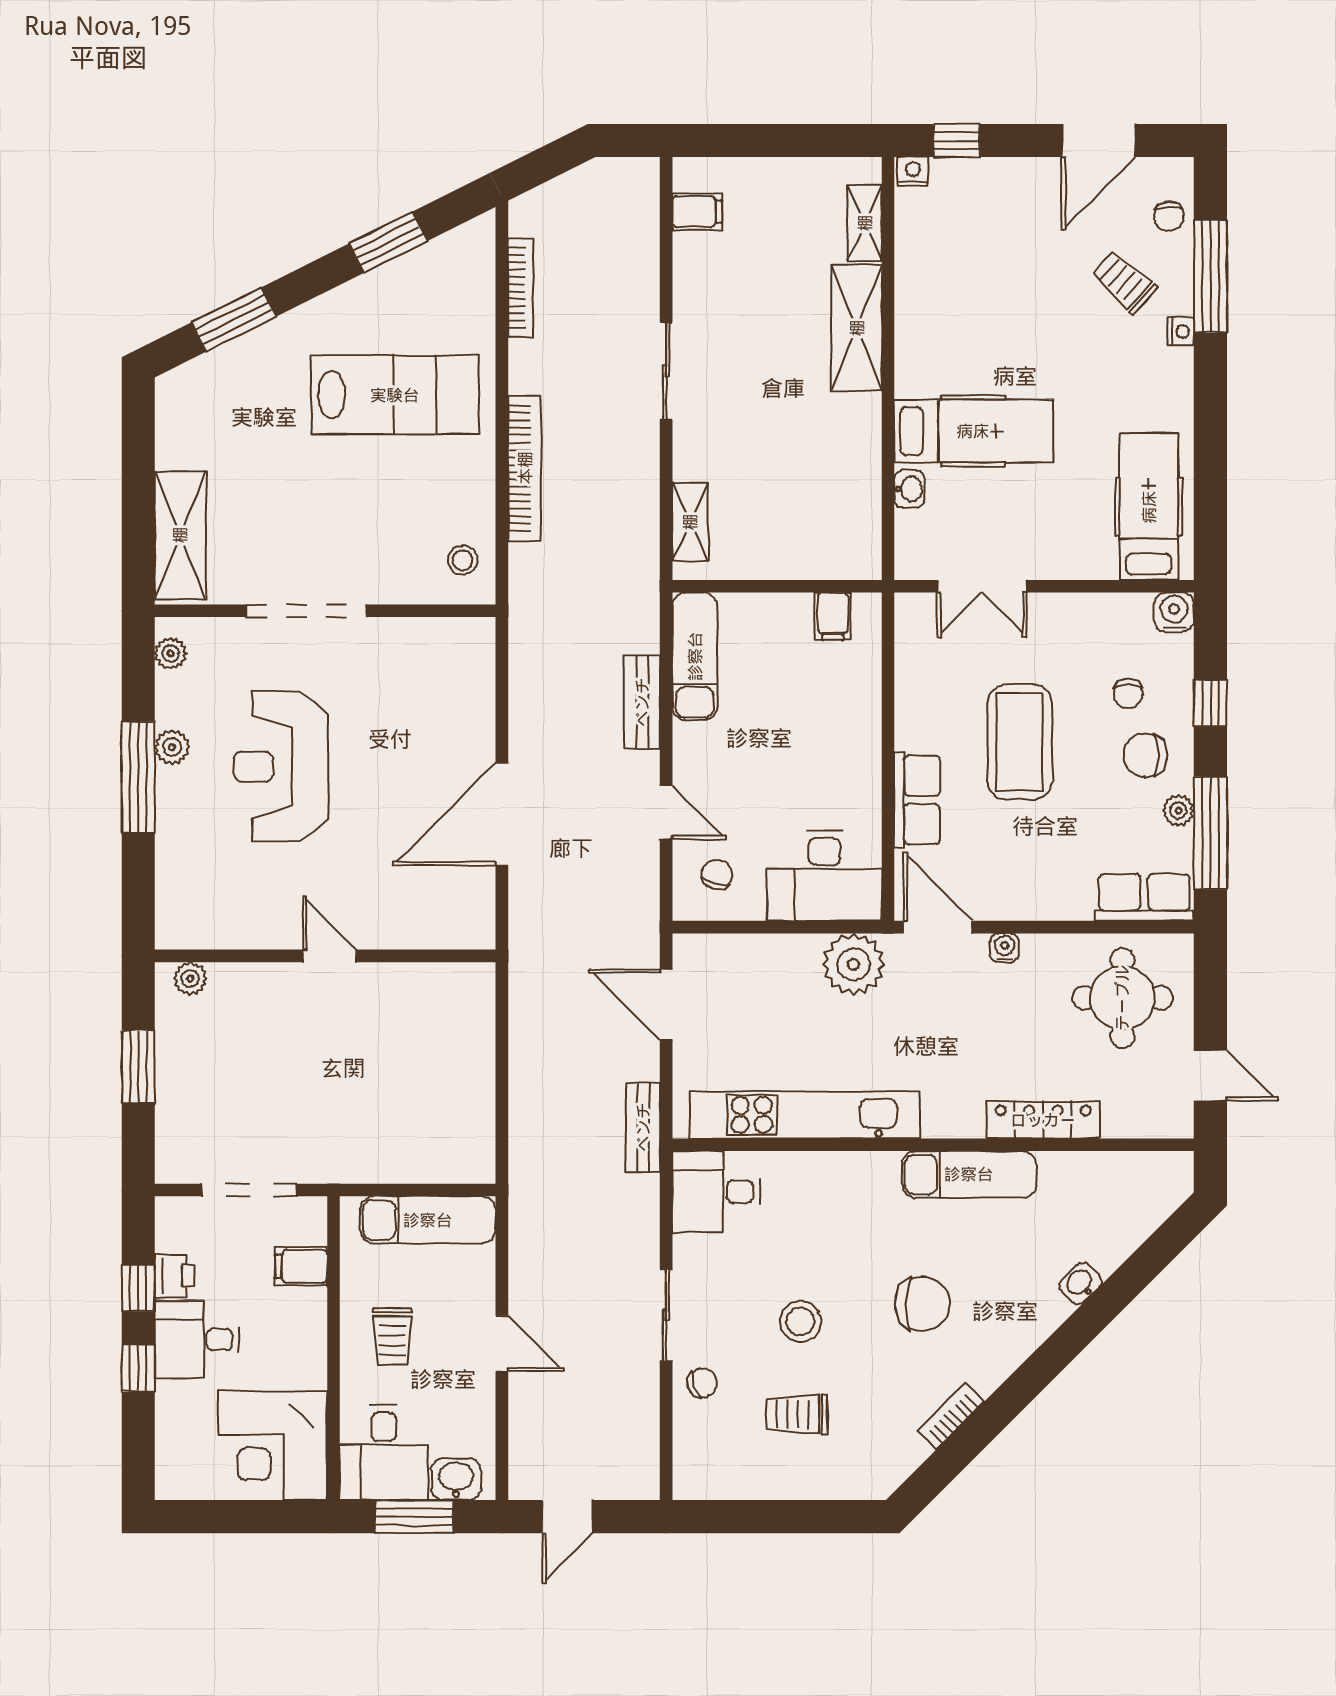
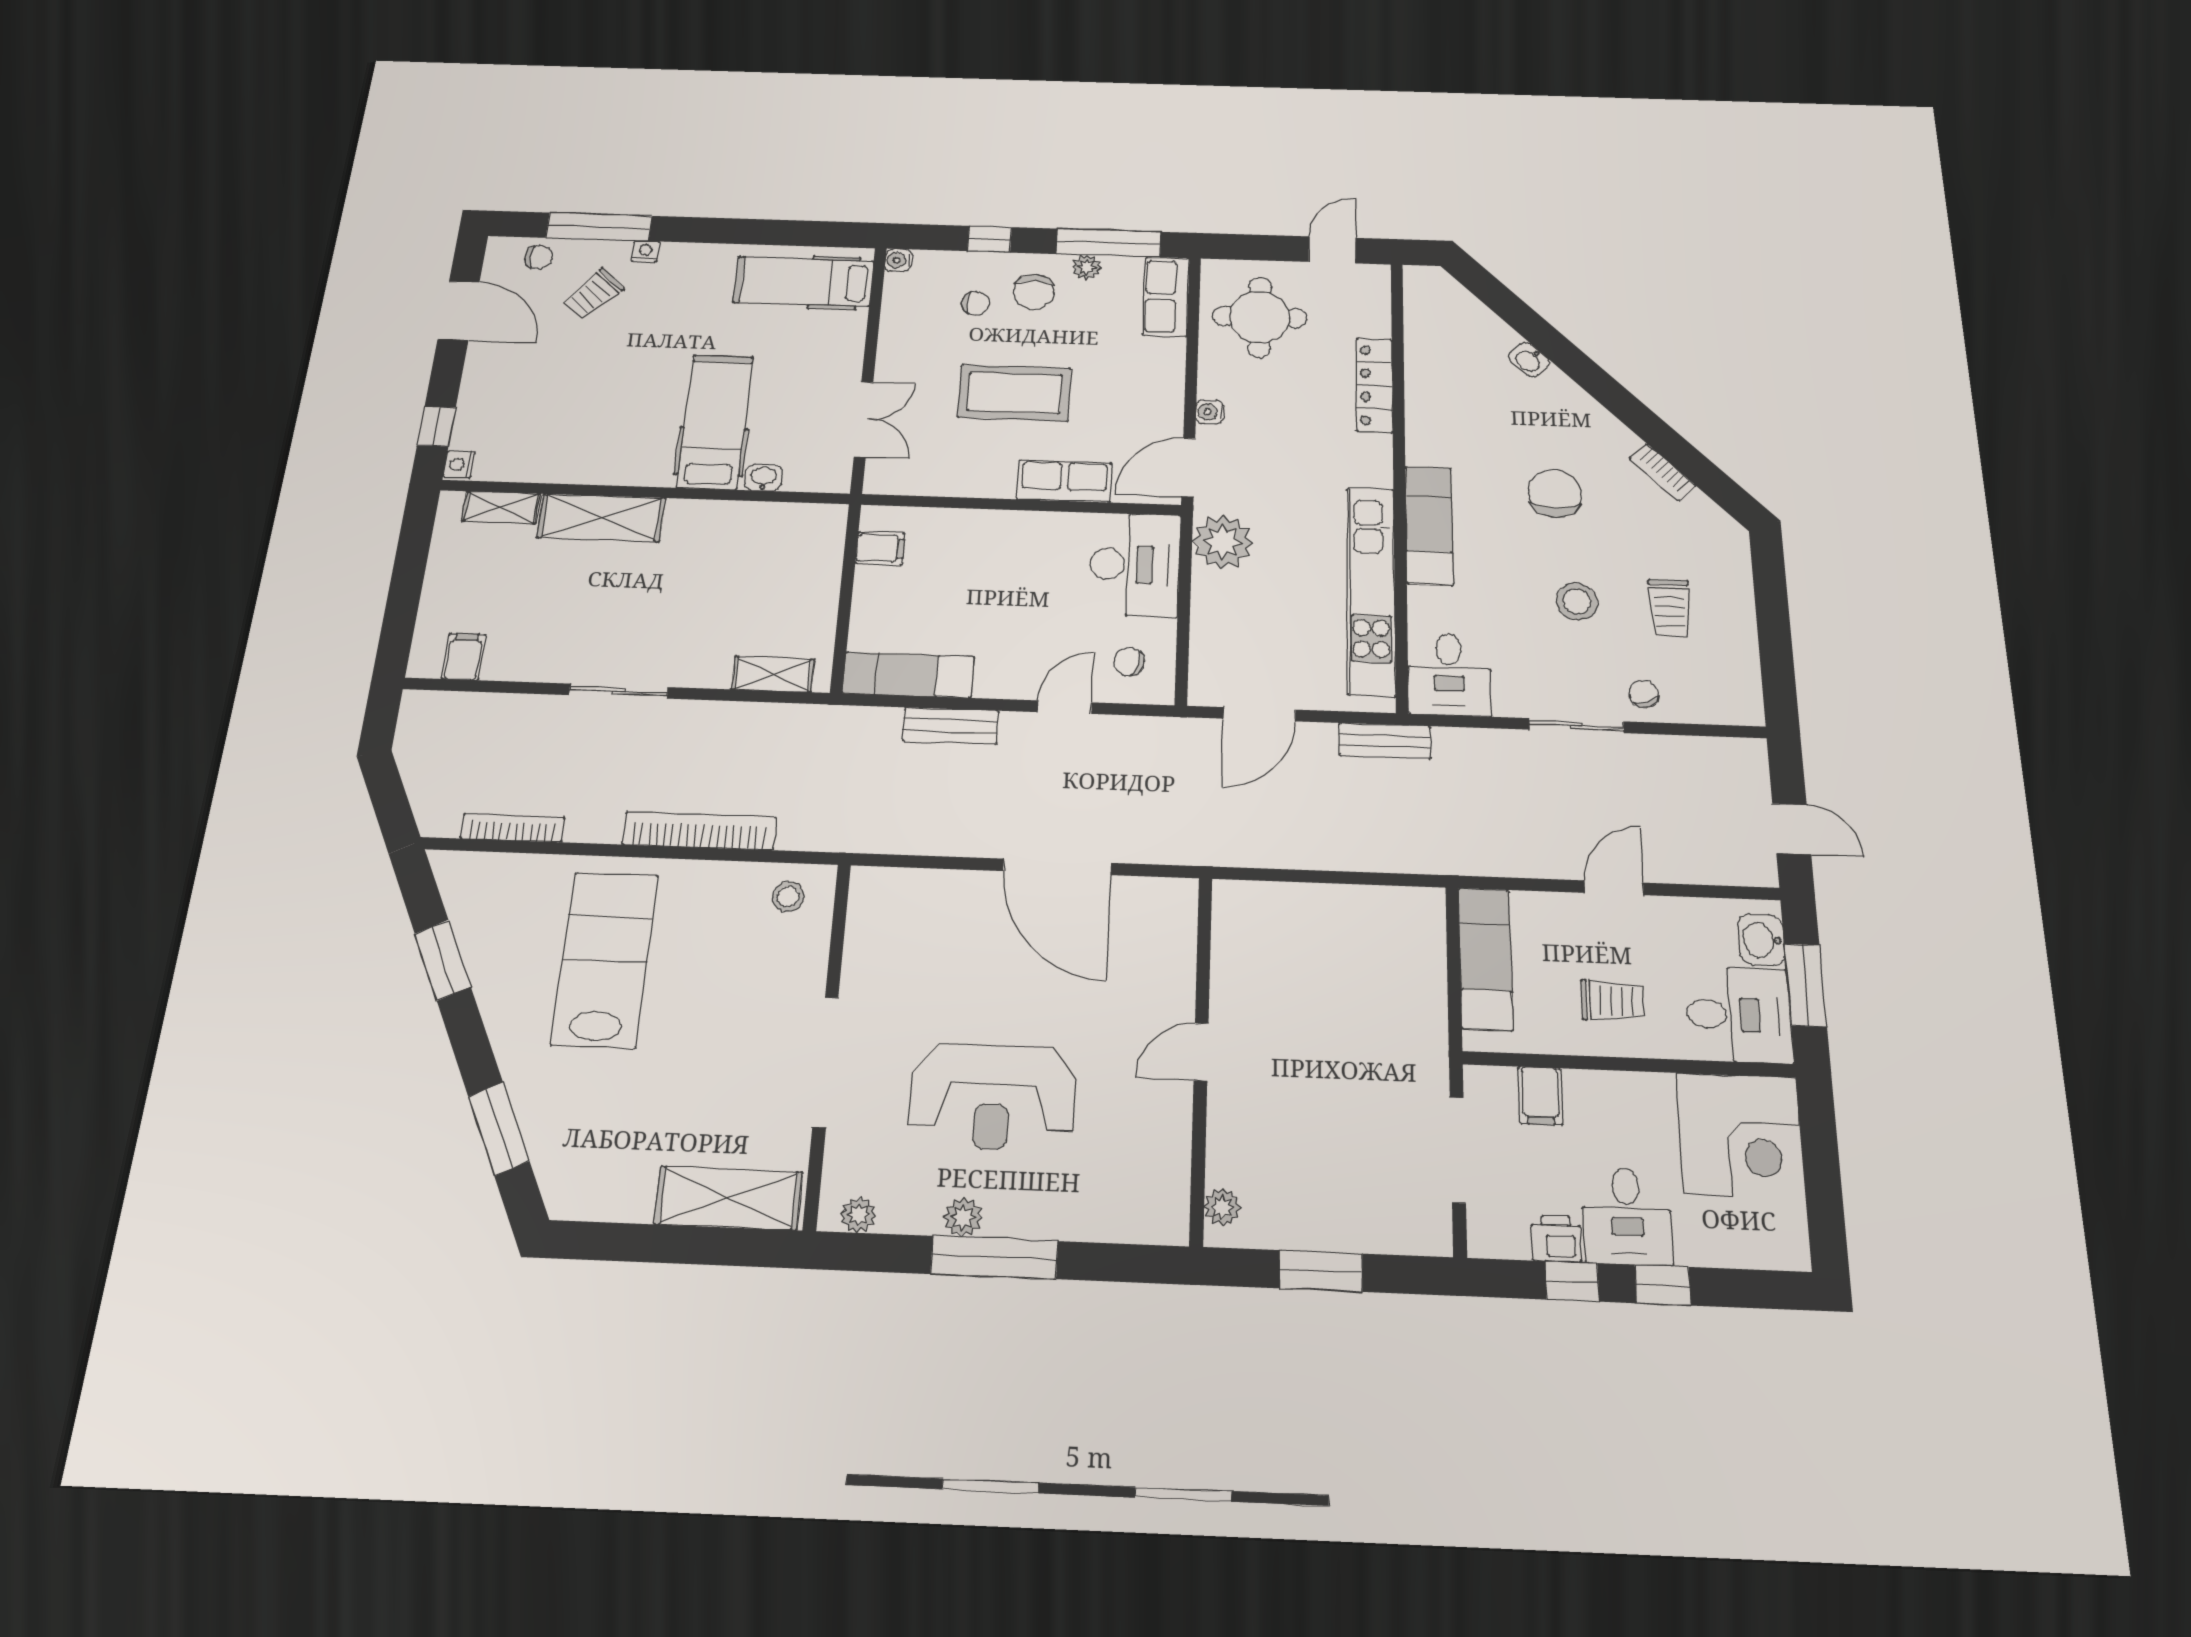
water cooler: (1174, 612) -> (899, 260), width x0.72, depth x0.72
exam couch: (969, 1174) -> (1429, 525), moved

